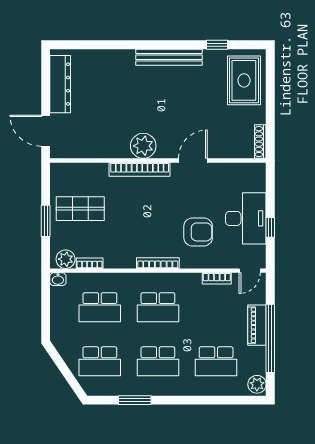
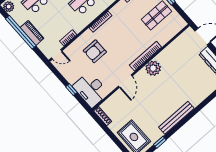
desk: (246, 218) -> (91, 90), moved
window: (270, 227) -> (71, 90), moved
door: (250, 271) -> (57, 54), swing flipped

